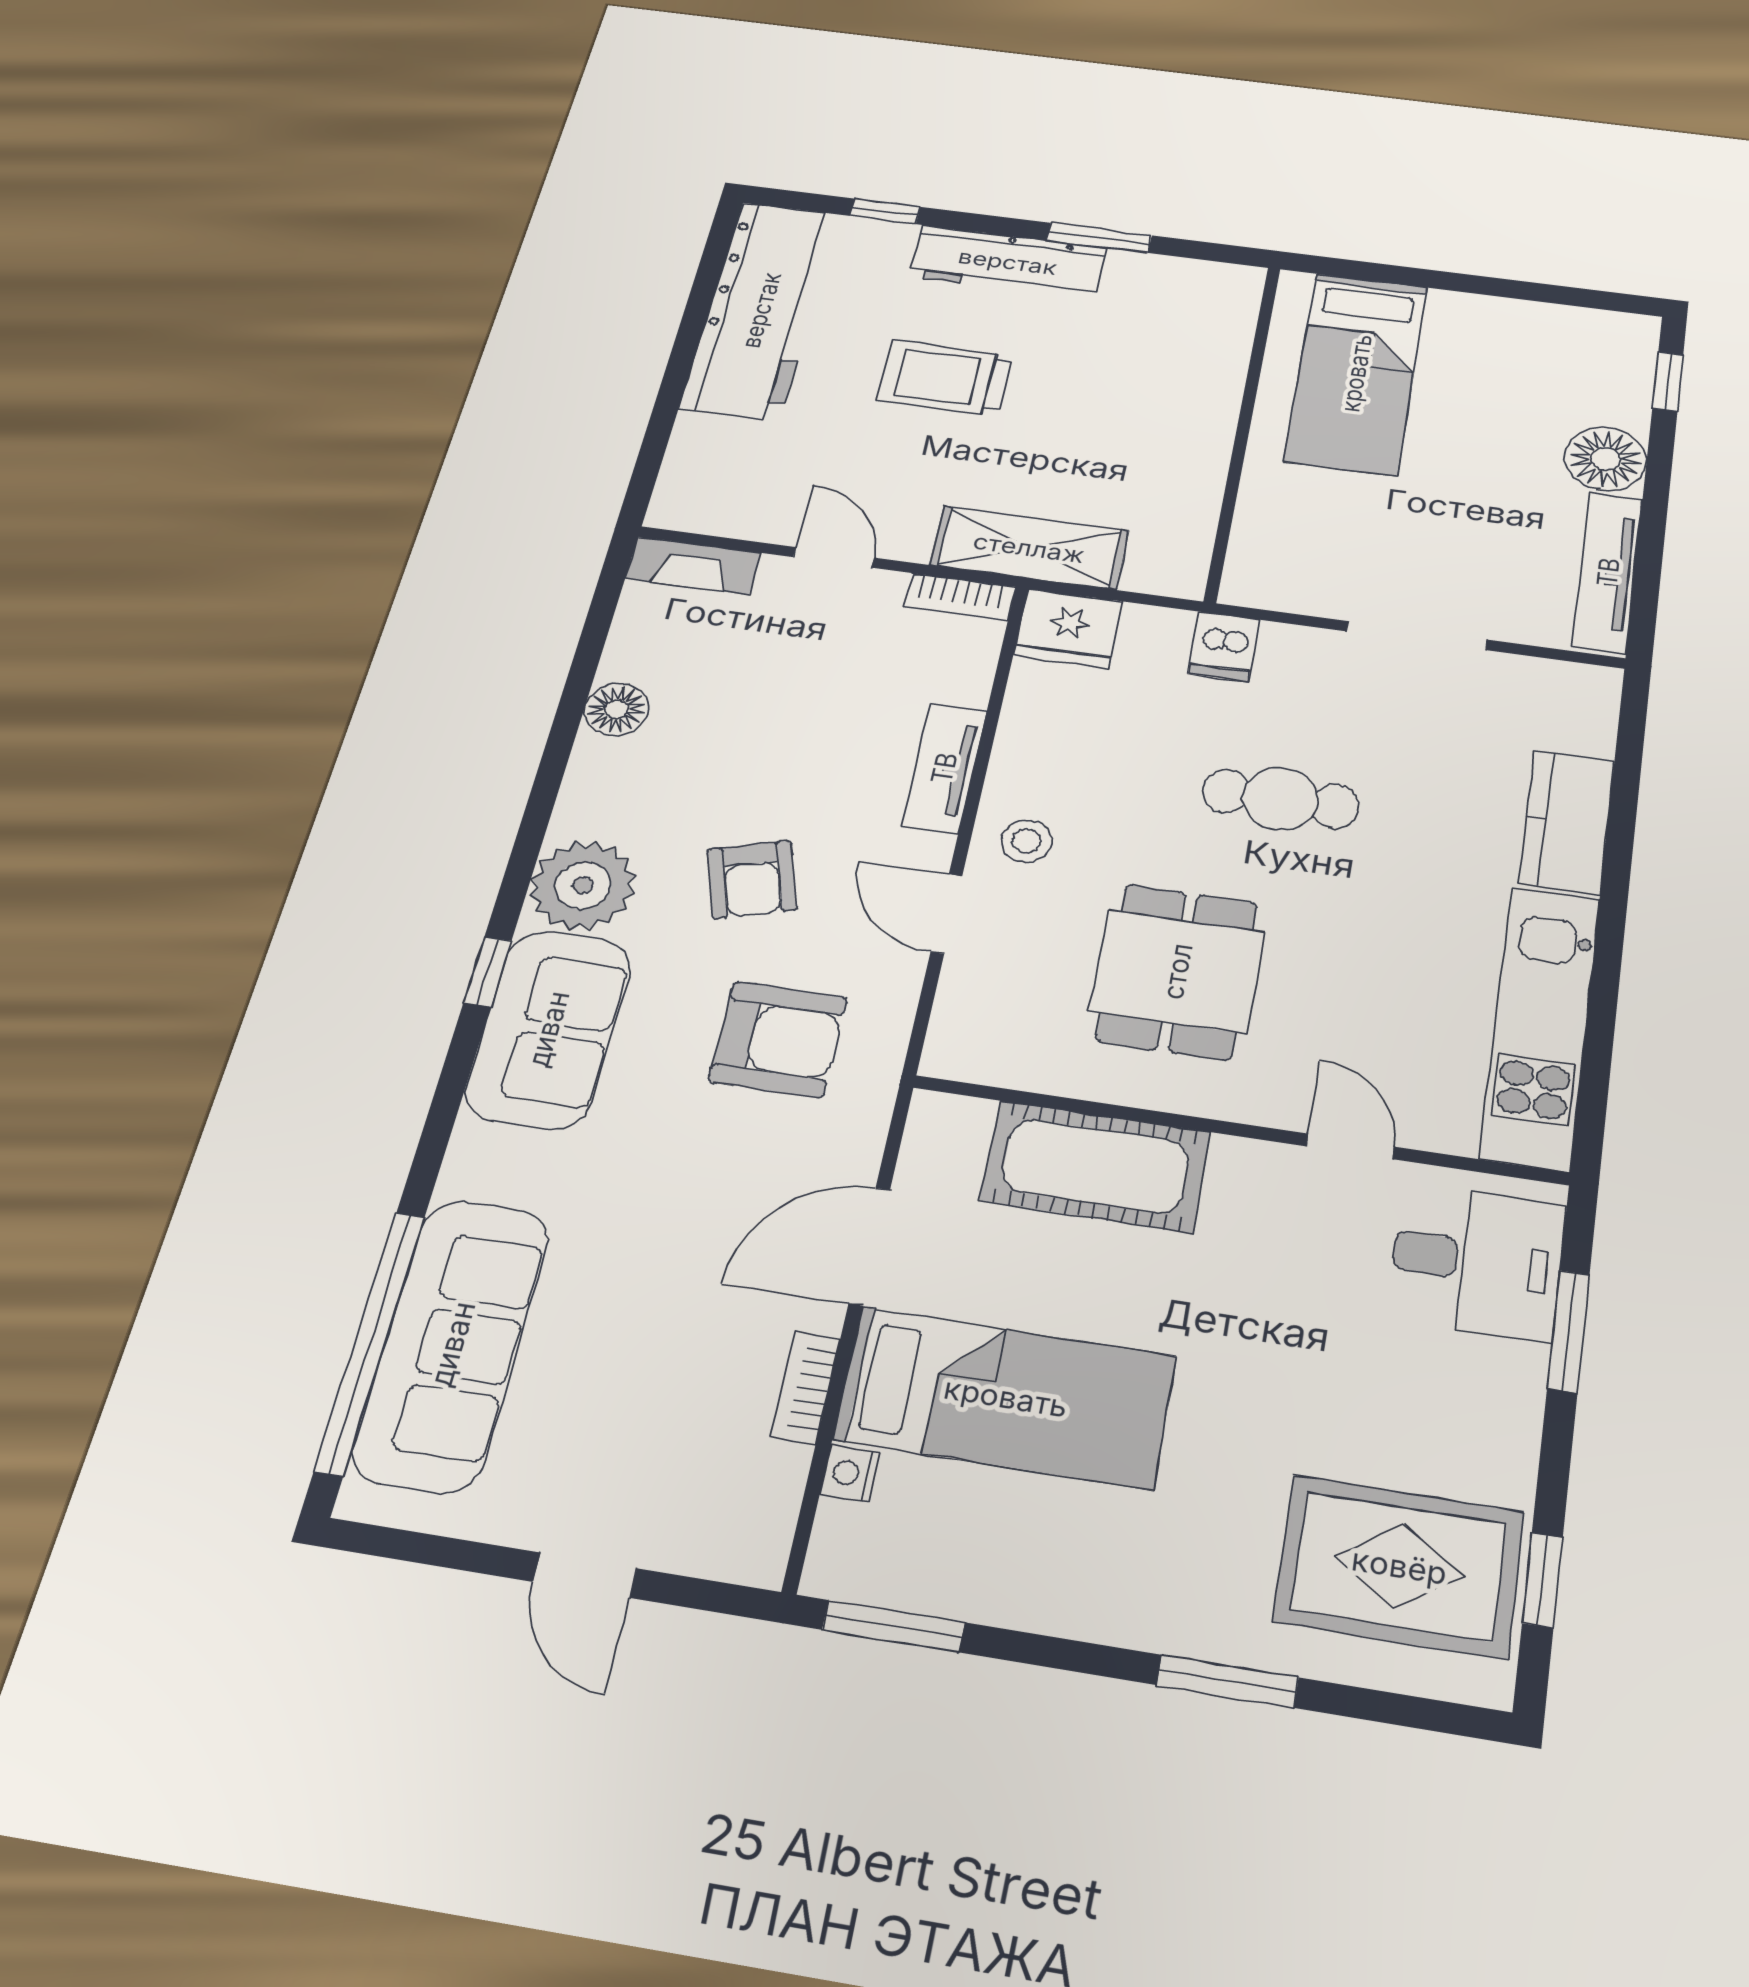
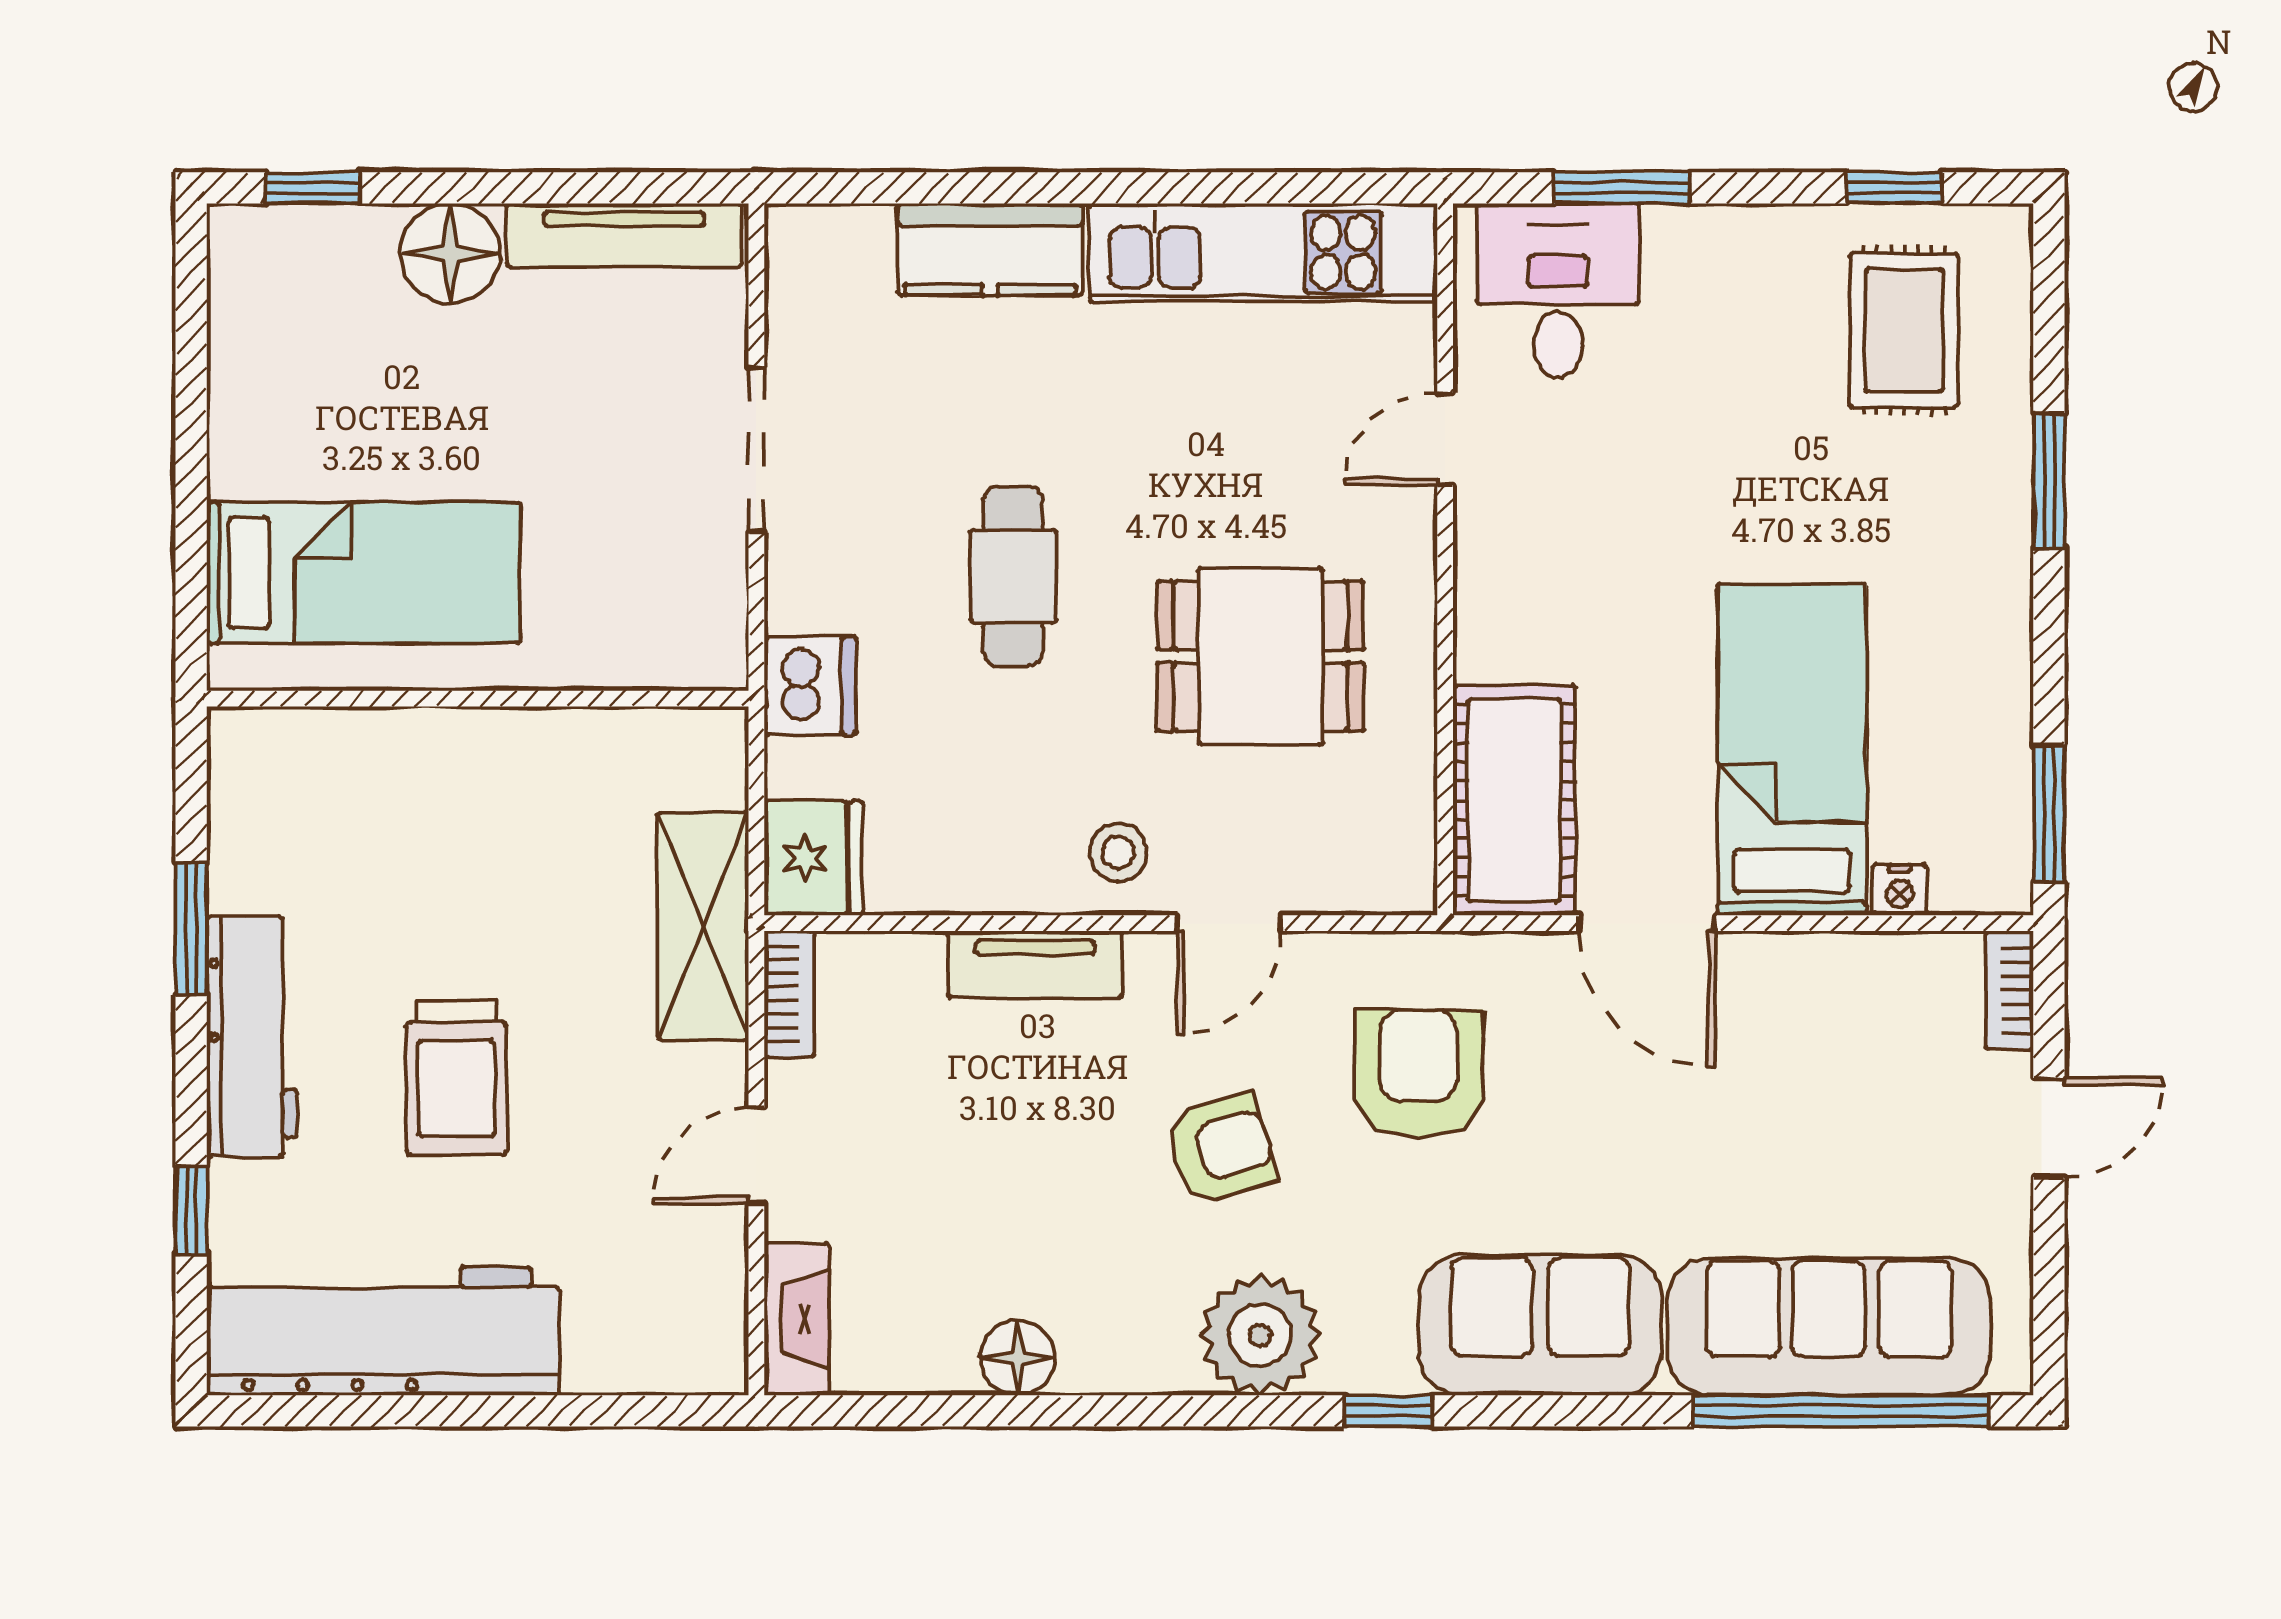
dishwasher: (1224, 647) -> (810, 686), width x1.38
sofa: (548, 1029) -> (1540, 1325), moved
cot: (1096, 1166) -> (1514, 800), moved
bookcase: (805, 1388) -> (2010, 990), moved, turned 90
rug: (1399, 1566) -> (1904, 330), width x0.73, depth x0.70

